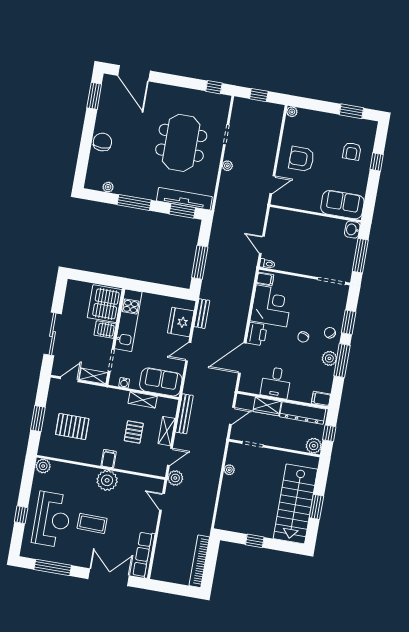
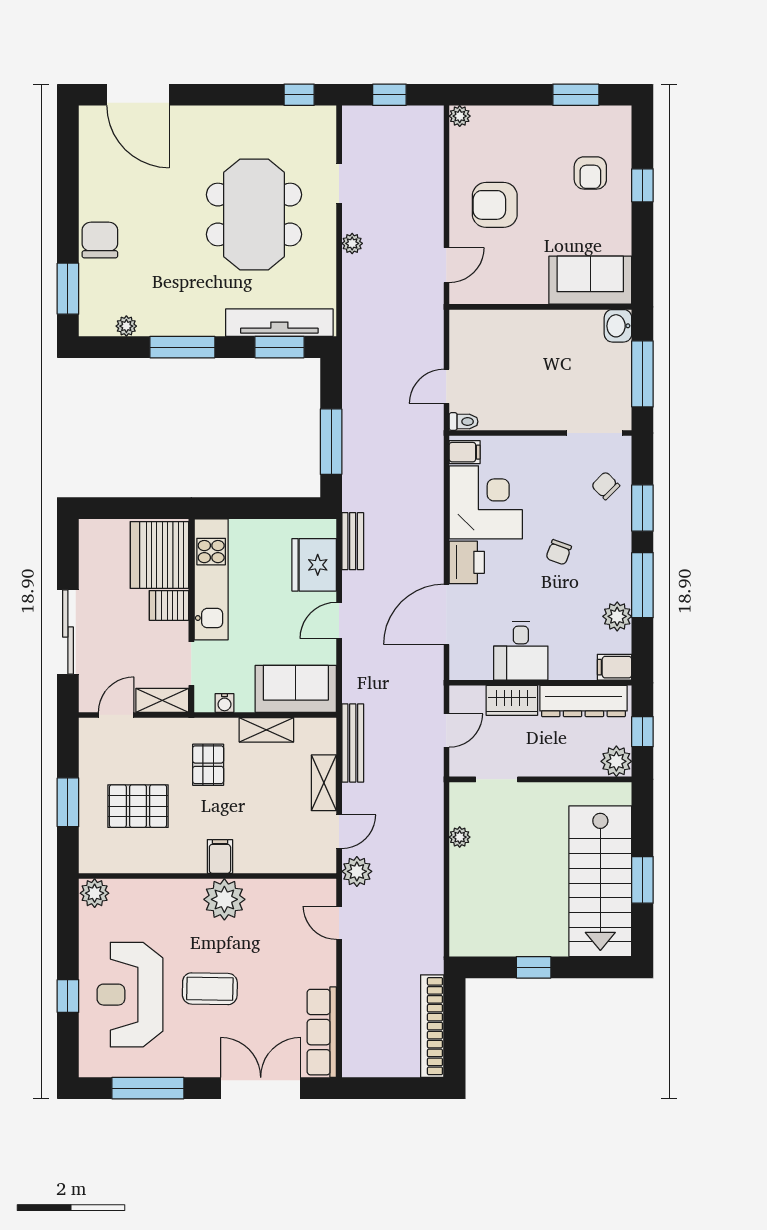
window: (94, 96) -> (68, 289), moved
door: (262, 245) -> (446, 386), hinge flipped
chair: (330, 333) -> (605, 486), moved
plant: (329, 358) -> (617, 616), moved
pallet: (134, 432) -> (208, 765), moved
reception desk: (52, 519) -> (130, 995), turned 180

